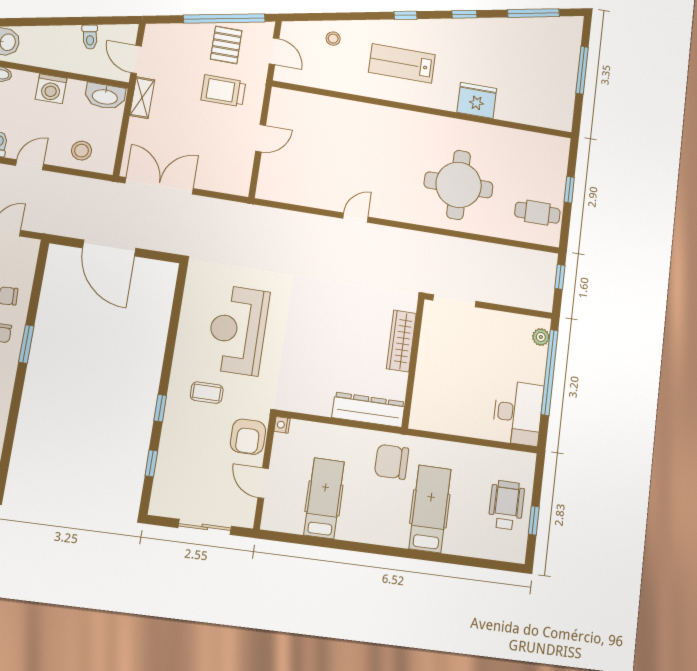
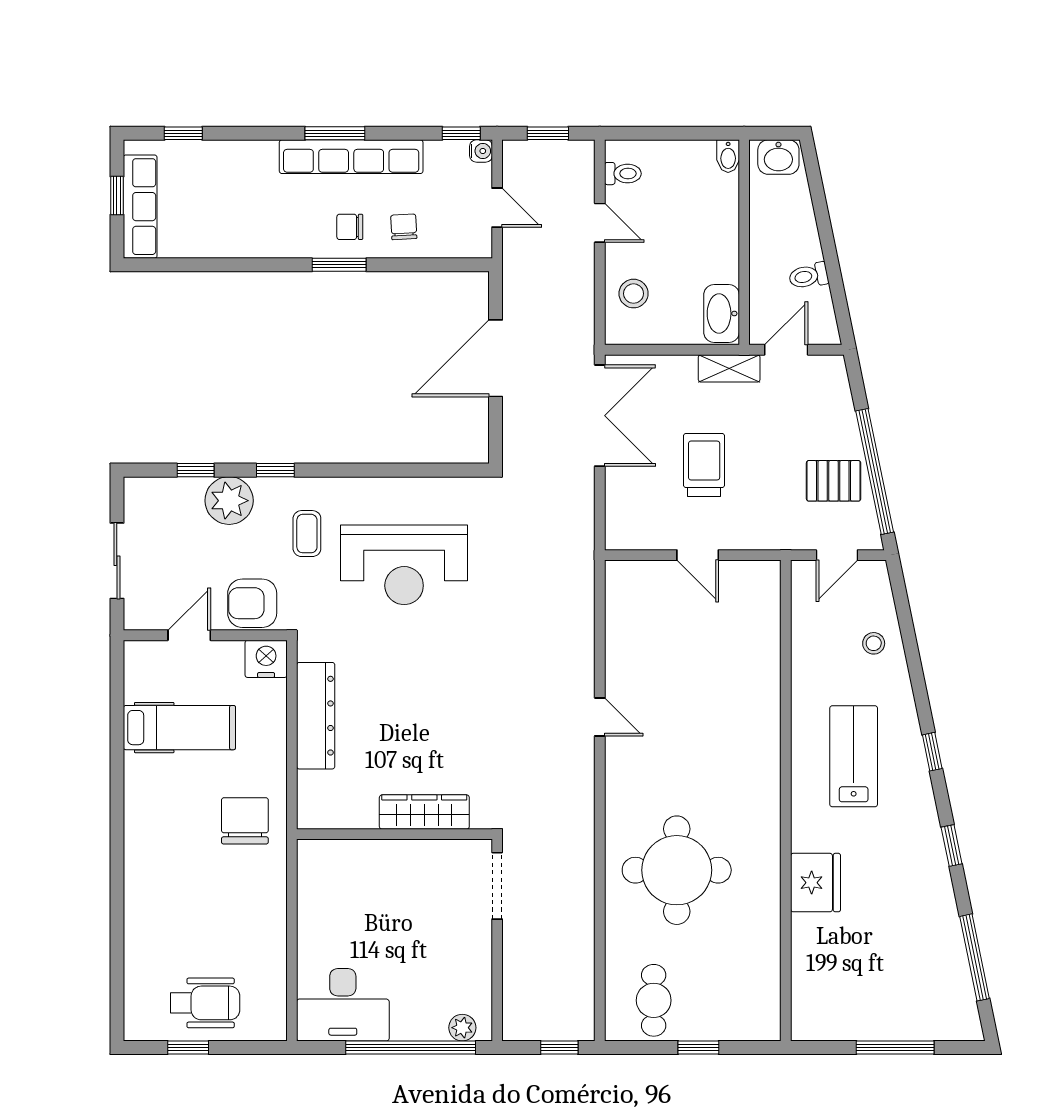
washing machine: (51, 89) -> (719, 233), removed
trolley: (223, 91) -> (704, 465), moved
reception desk: (238, 330) -> (404, 565), turned 180
dresser: (368, 410) -> (316, 716), moved
nightstand: (282, 425) -> (266, 659), width x1.89, depth x1.79
plant: (176, 443) -> (229, 501), added
hospital bed: (430, 509) -> (185, 887), removed

